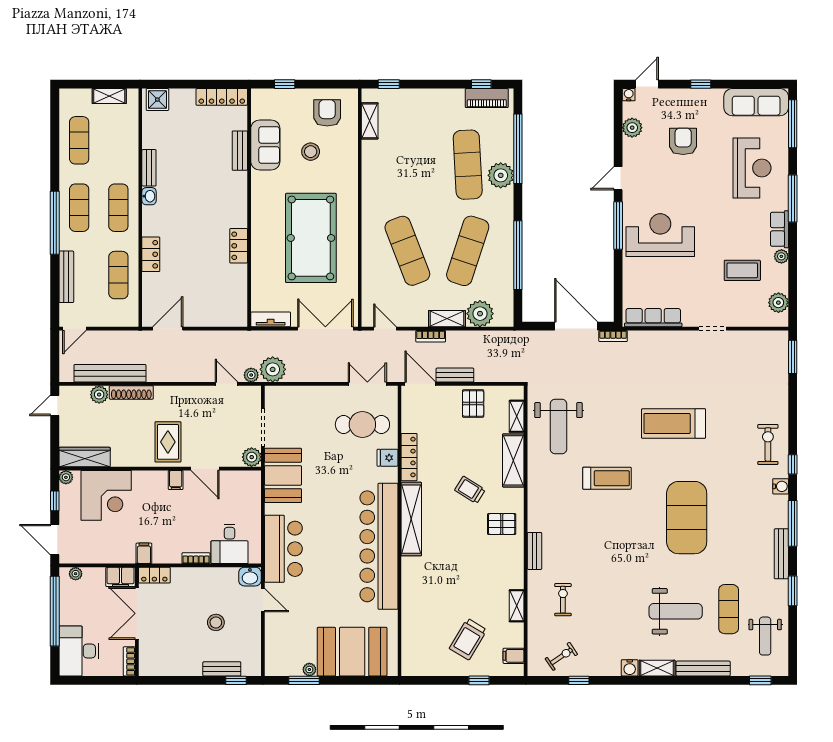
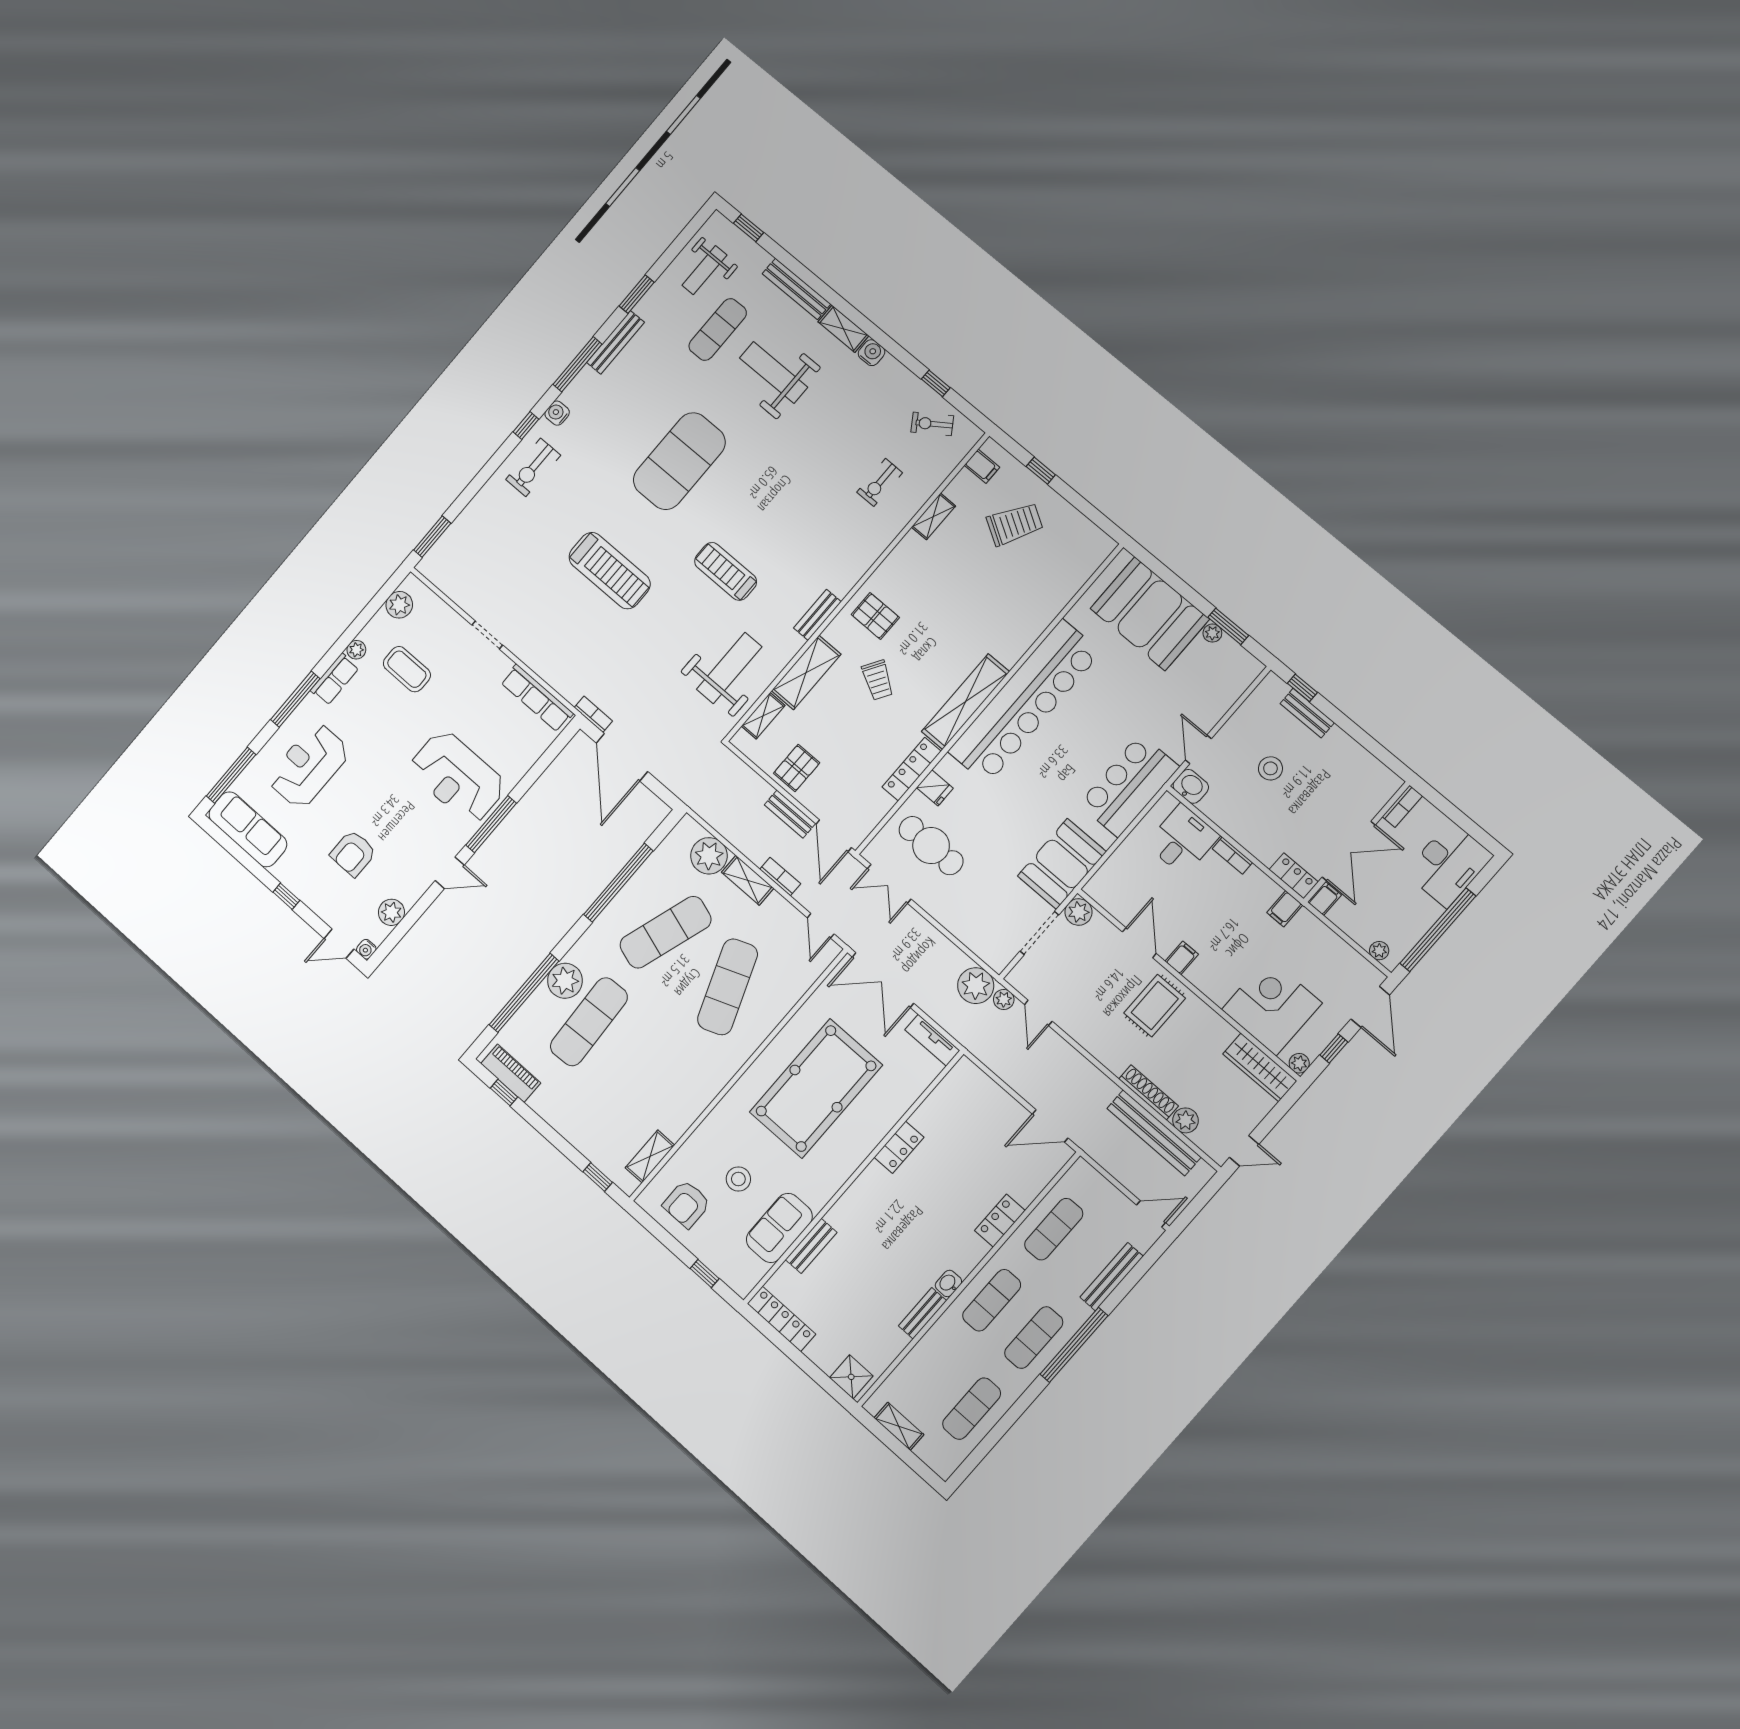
bench: (534, 551) -> (817, 615), moved
filing cabinet: (120, 577) -> (1324, 899), width x0.50
weight bench: (765, 636) -> (704, 270), turned 180

